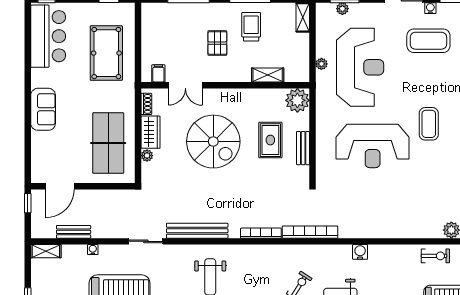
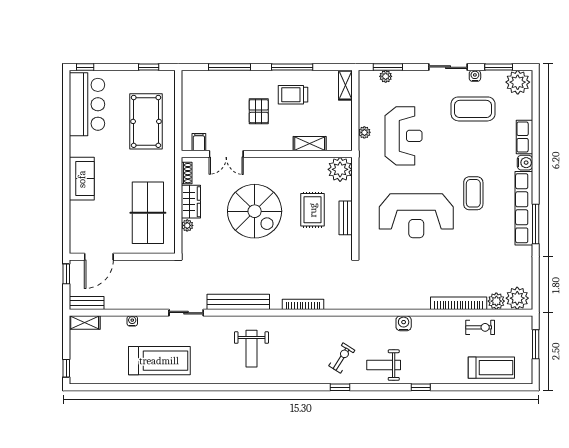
trolley: (251, 27) -> (293, 95), turned -90
reception desk: (360, 67) -> (404, 136), width x0.74, depth x0.77
bench: (74, 232) -> (87, 303), moved
bookcase: (310, 232) -> (459, 303), moved

